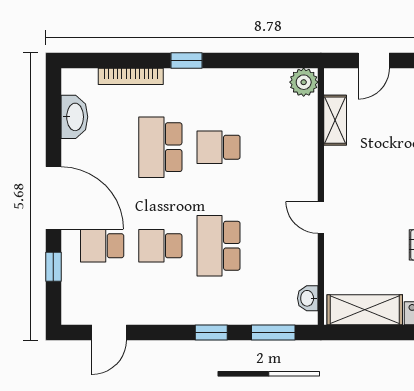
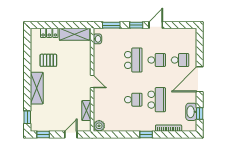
door: (53, 198) -> (200, 79), hinge flipped
door: (321, 217) -> (92, 82), moved
window: (53, 267) -> (200, 113), moved
door: (109, 332) -> (156, 25), moved

